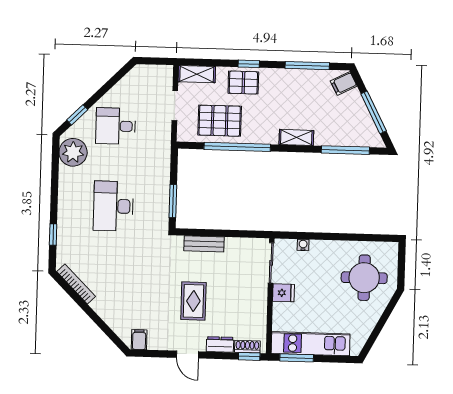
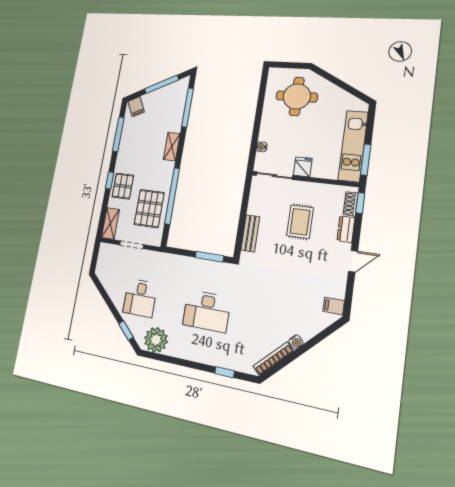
rug: (193, 301) -> (300, 222), moved, turned 90
water cooler: (97, 306) -> (296, 342), added

